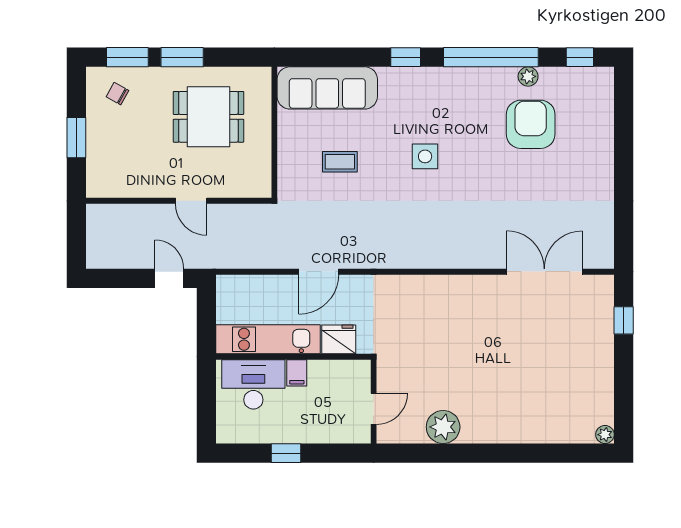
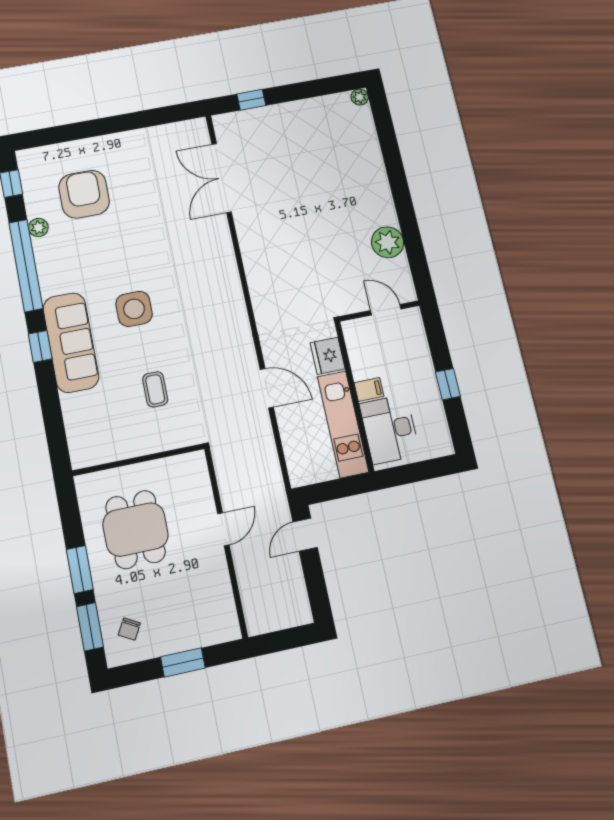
sofa: (327, 88) -> (71, 342), moved
armchair: (531, 124) -> (84, 194), moved, turned 90
side table: (425, 156) -> (134, 309), width x1.37, depth x1.37

